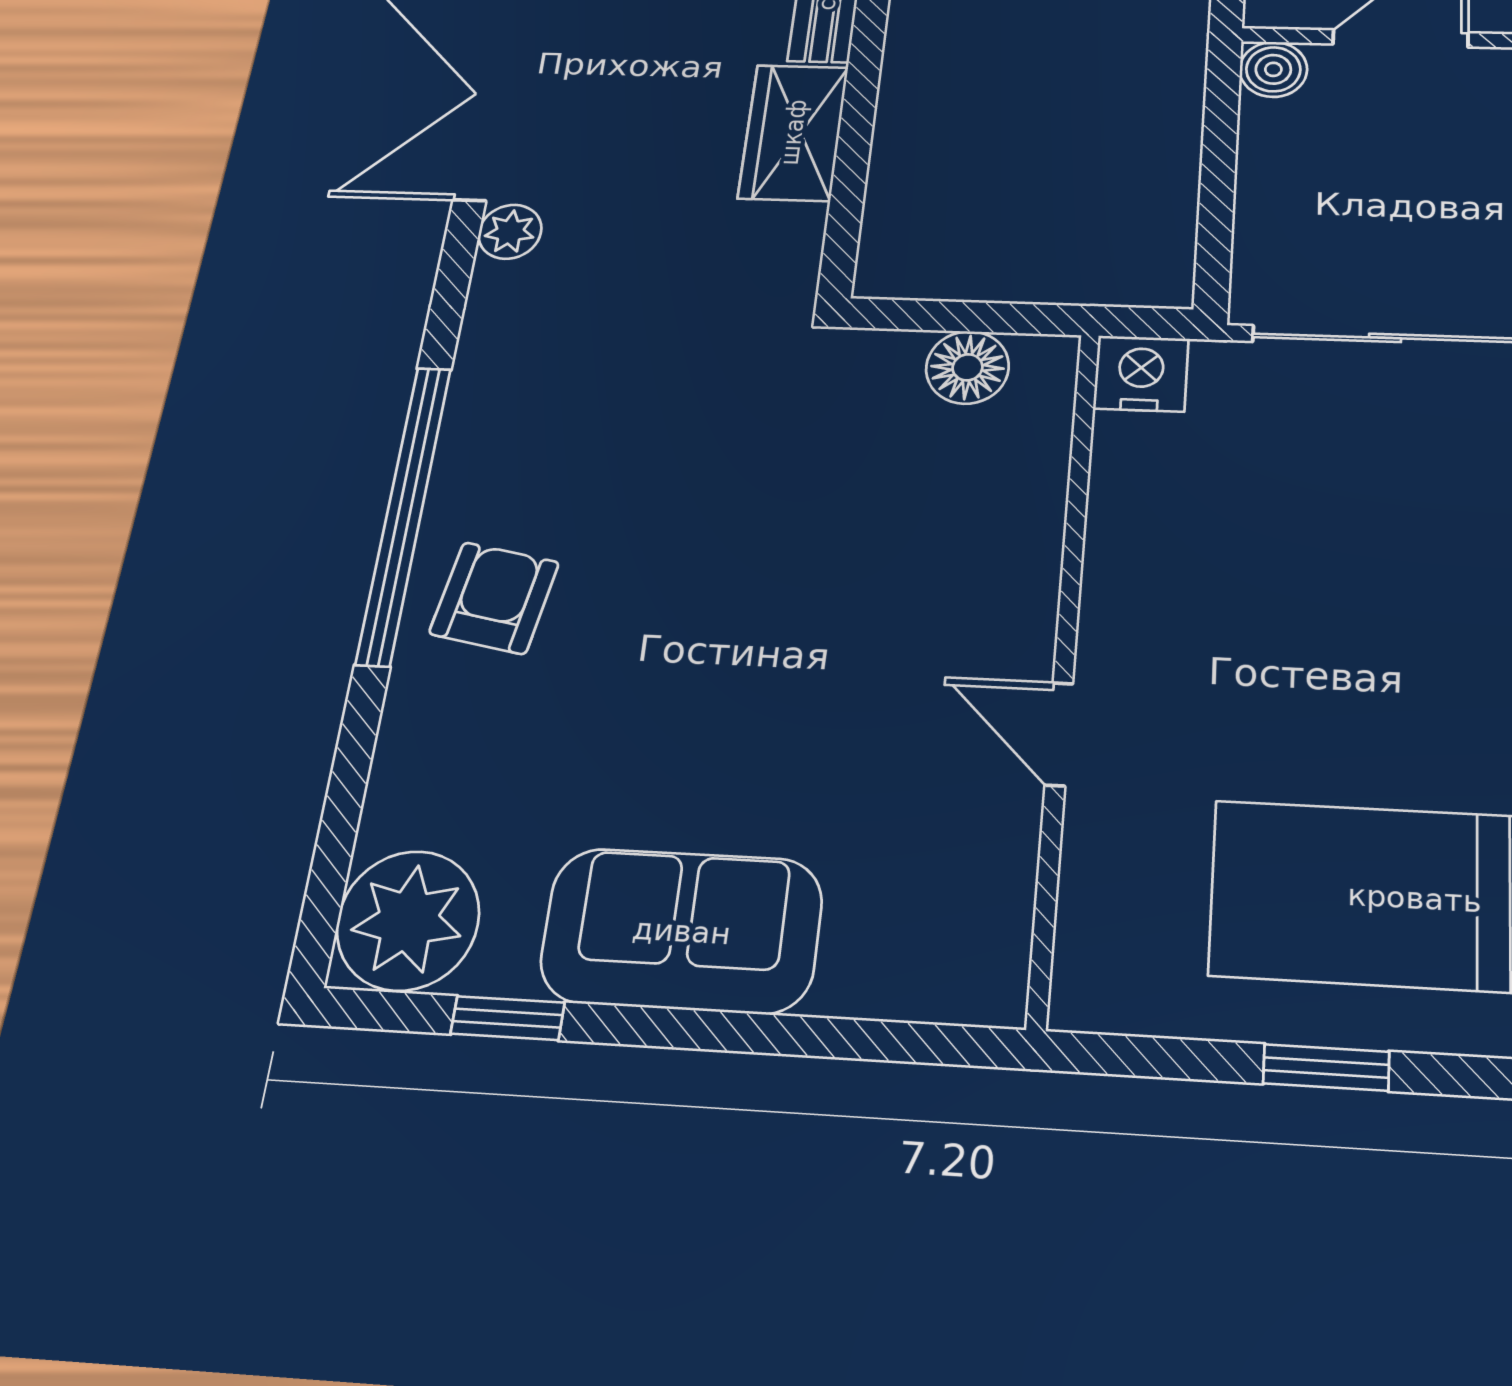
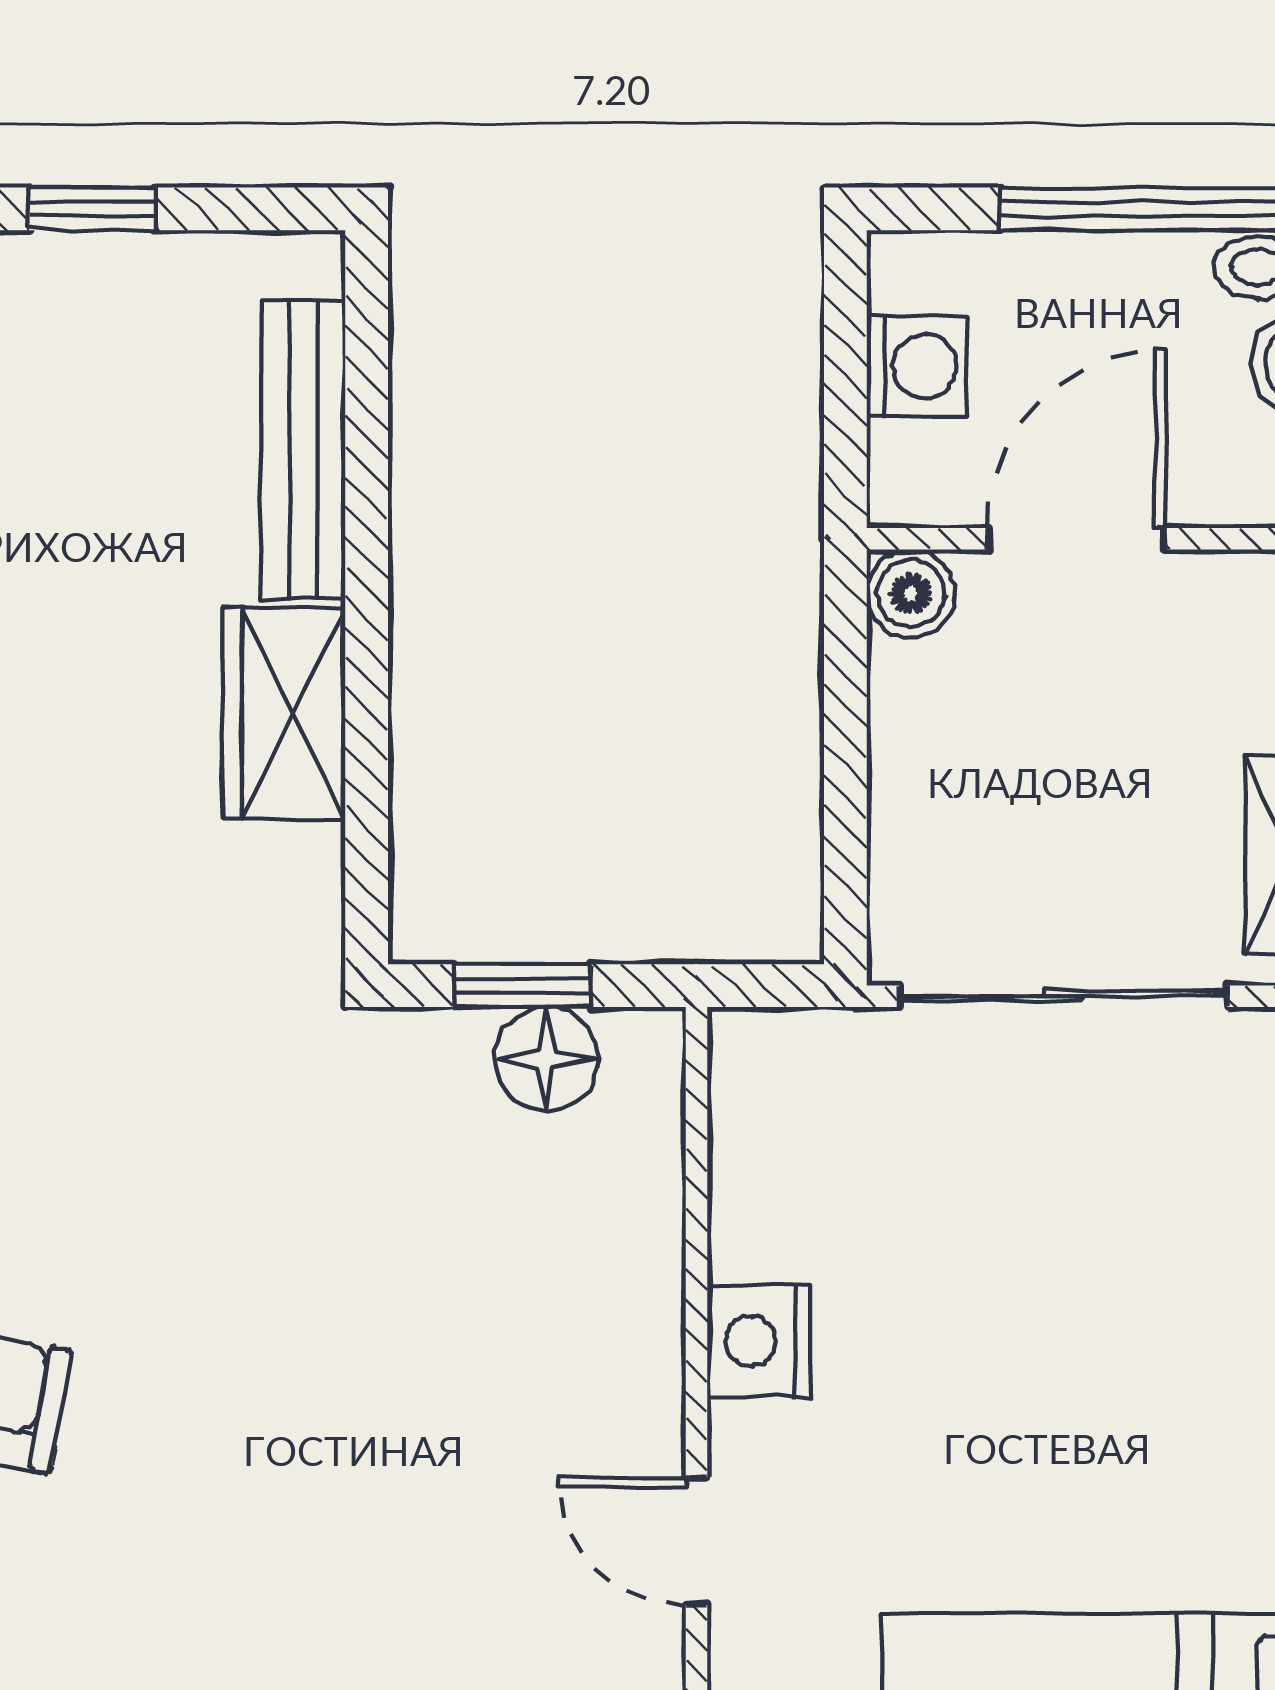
window: (954, 316) -> (522, 986), added
nightstand: (1141, 373) -> (759, 1341), moved, turned -90

